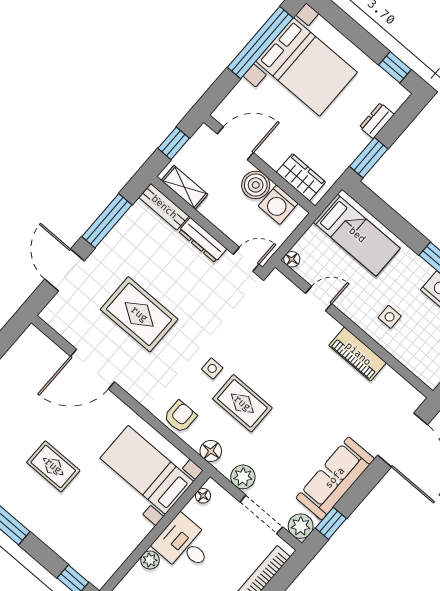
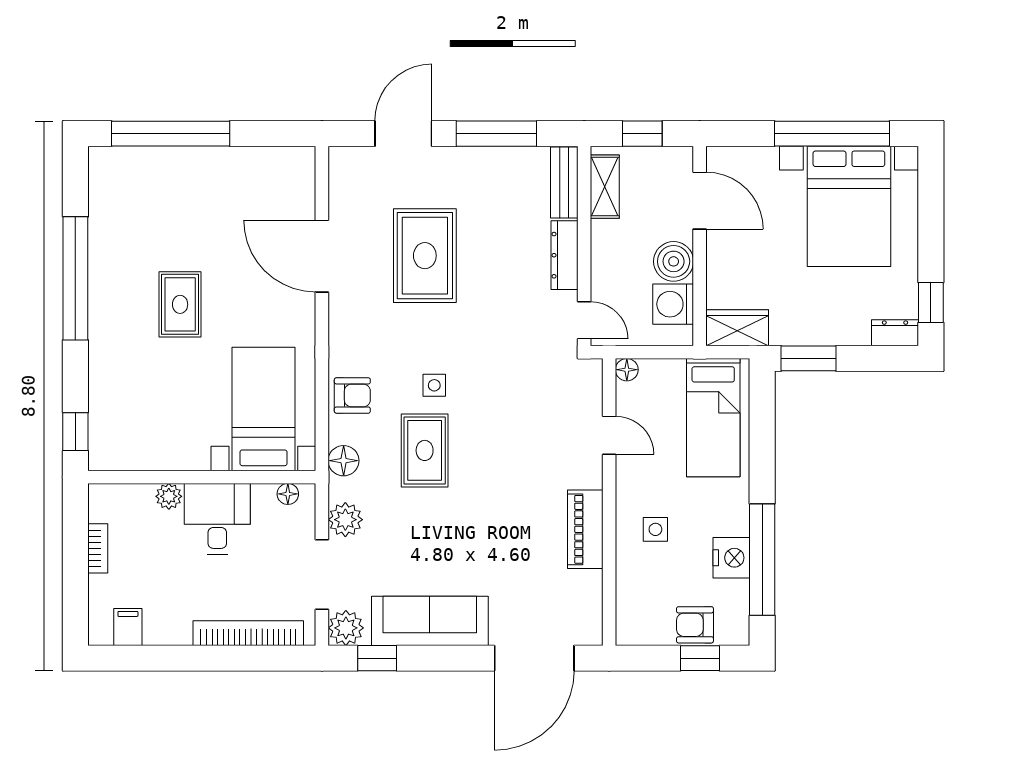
dresser: (377, 121) -> (895, 333), moved
wardrobe: (301, 177) -> (737, 328), moved, turned -90

